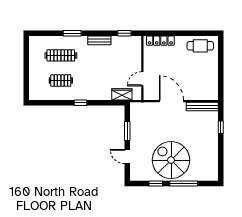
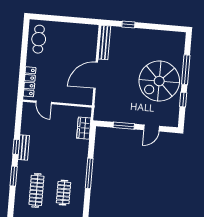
window: (124, 33) -> (16, 147), moved
door: (142, 79) -> (44, 102), moved
window: (81, 103) -> (89, 173), width x2.17

